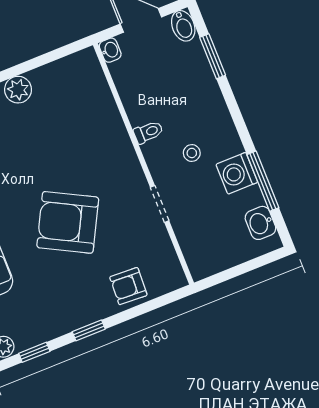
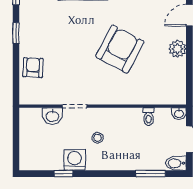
toilet: (148, 132) -> (149, 117), moved
window: (263, 181) -> (63, 174), width x0.46
armchair: (68, 222) -> (120, 49), moved
washbasin: (260, 223) -> (52, 116), moved, turned 180

